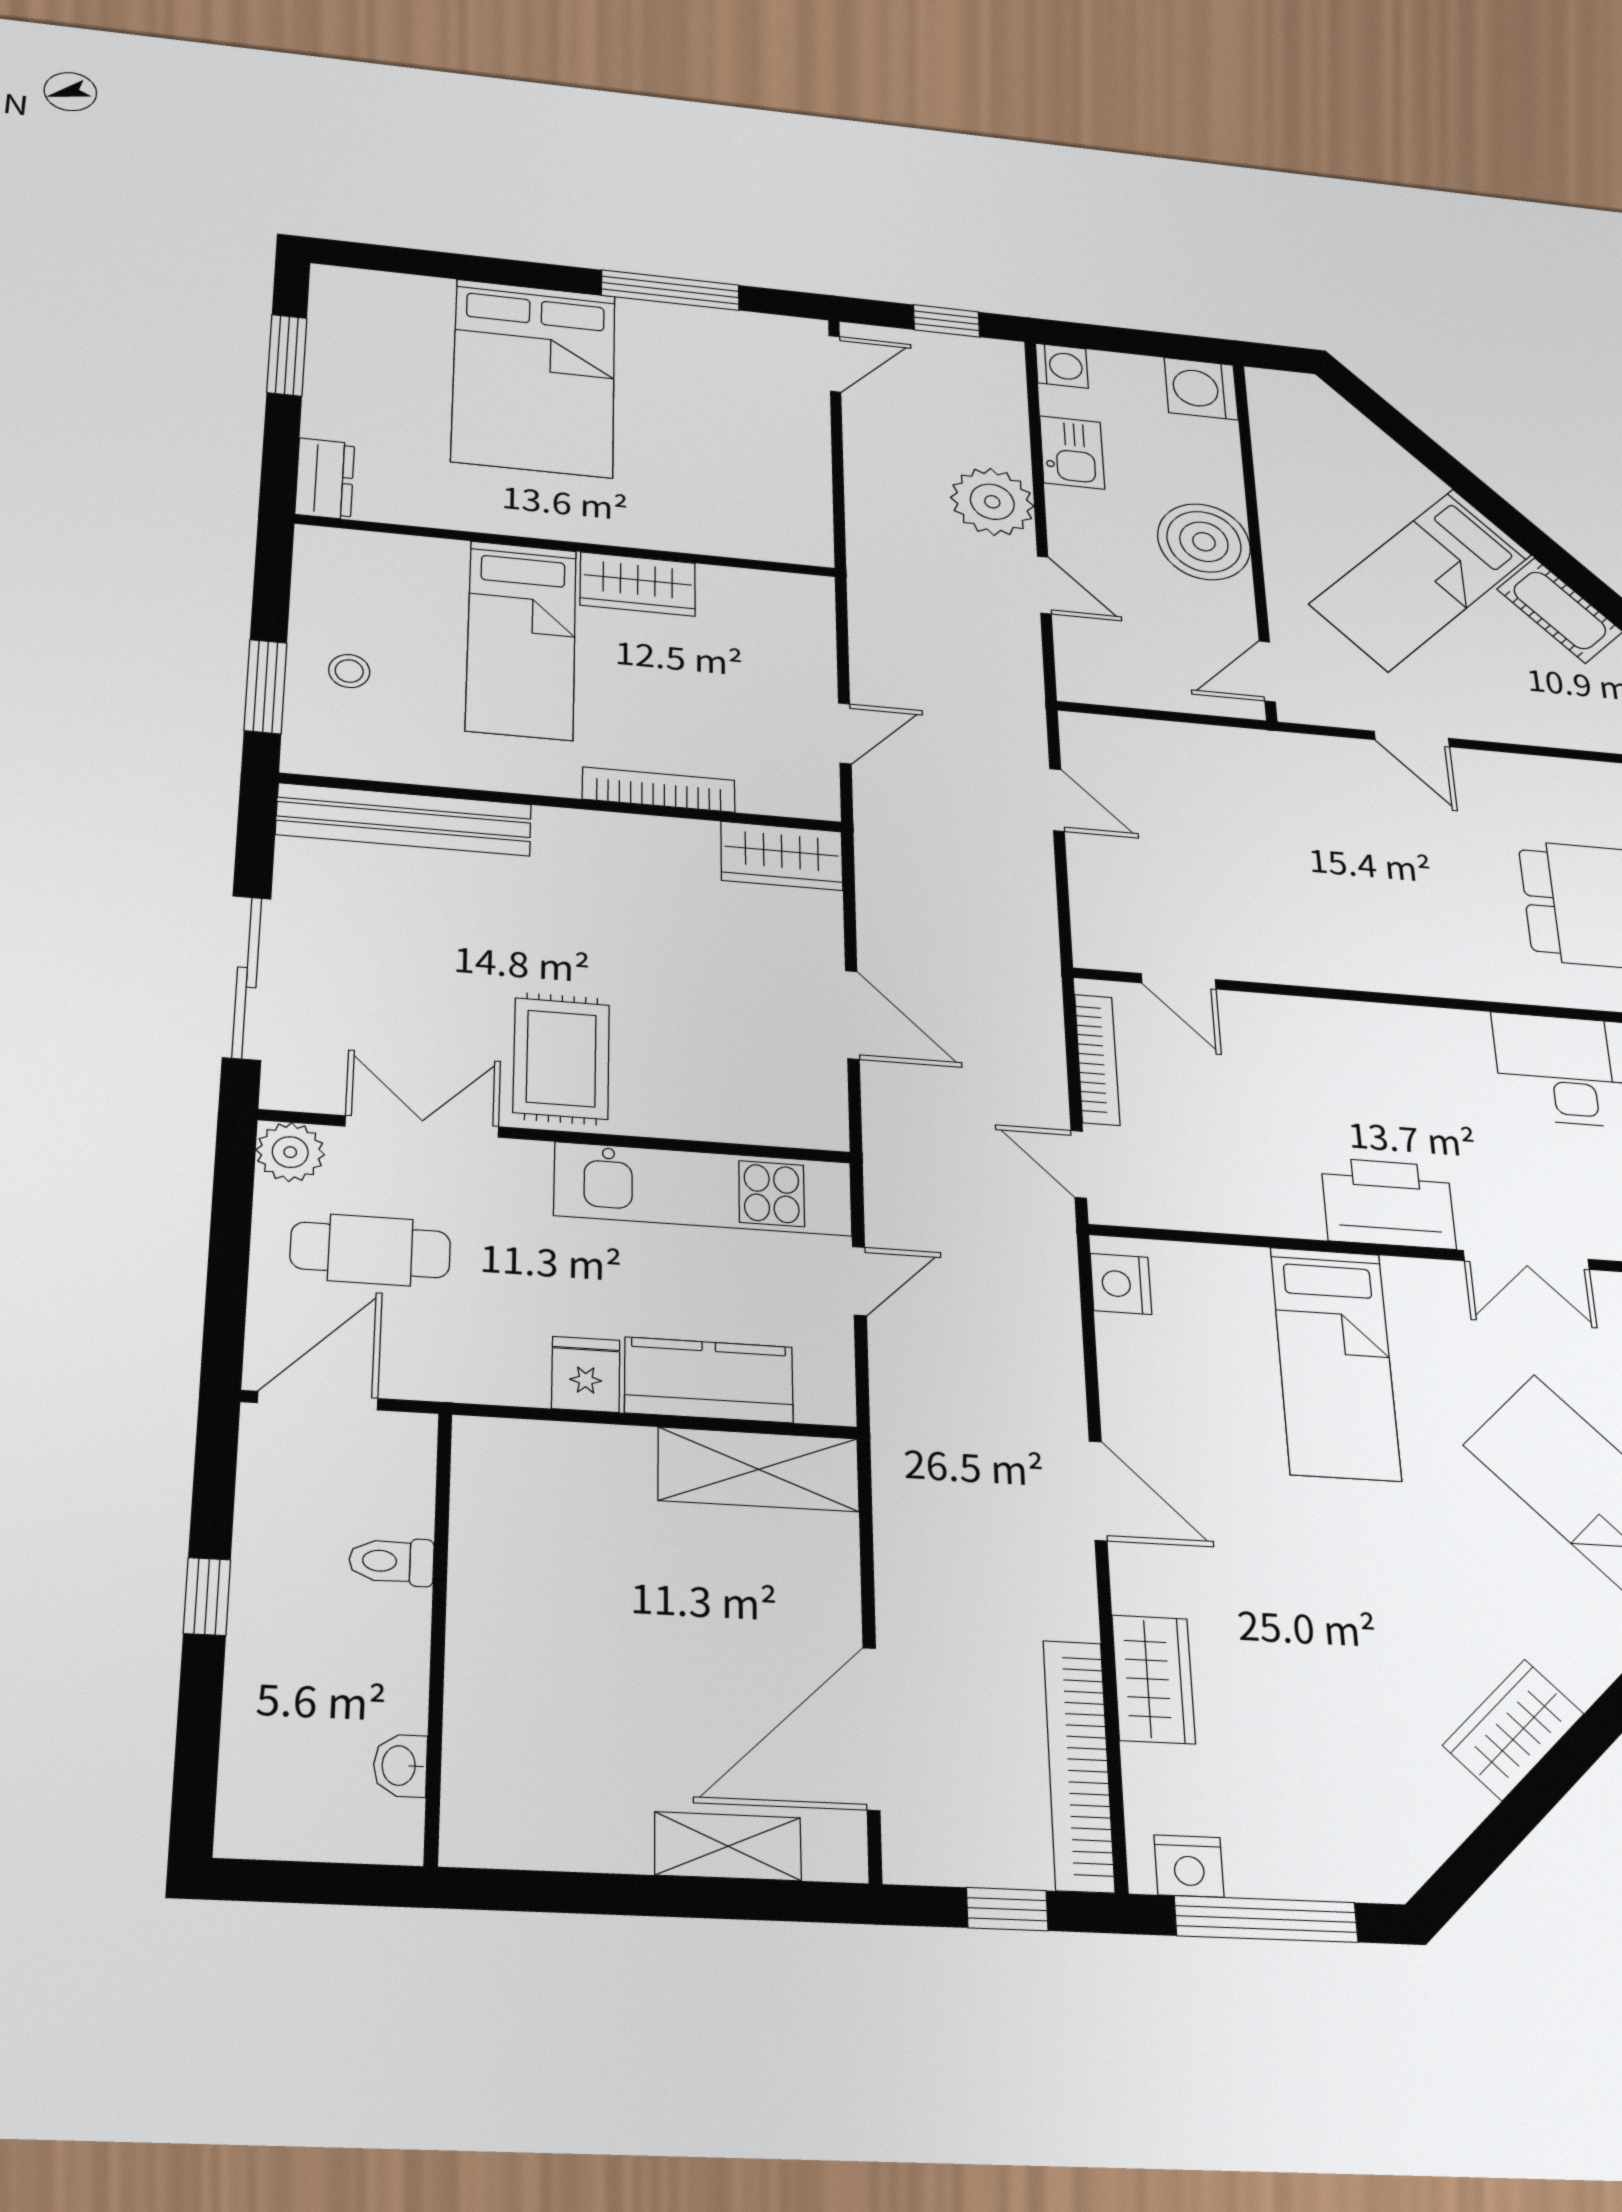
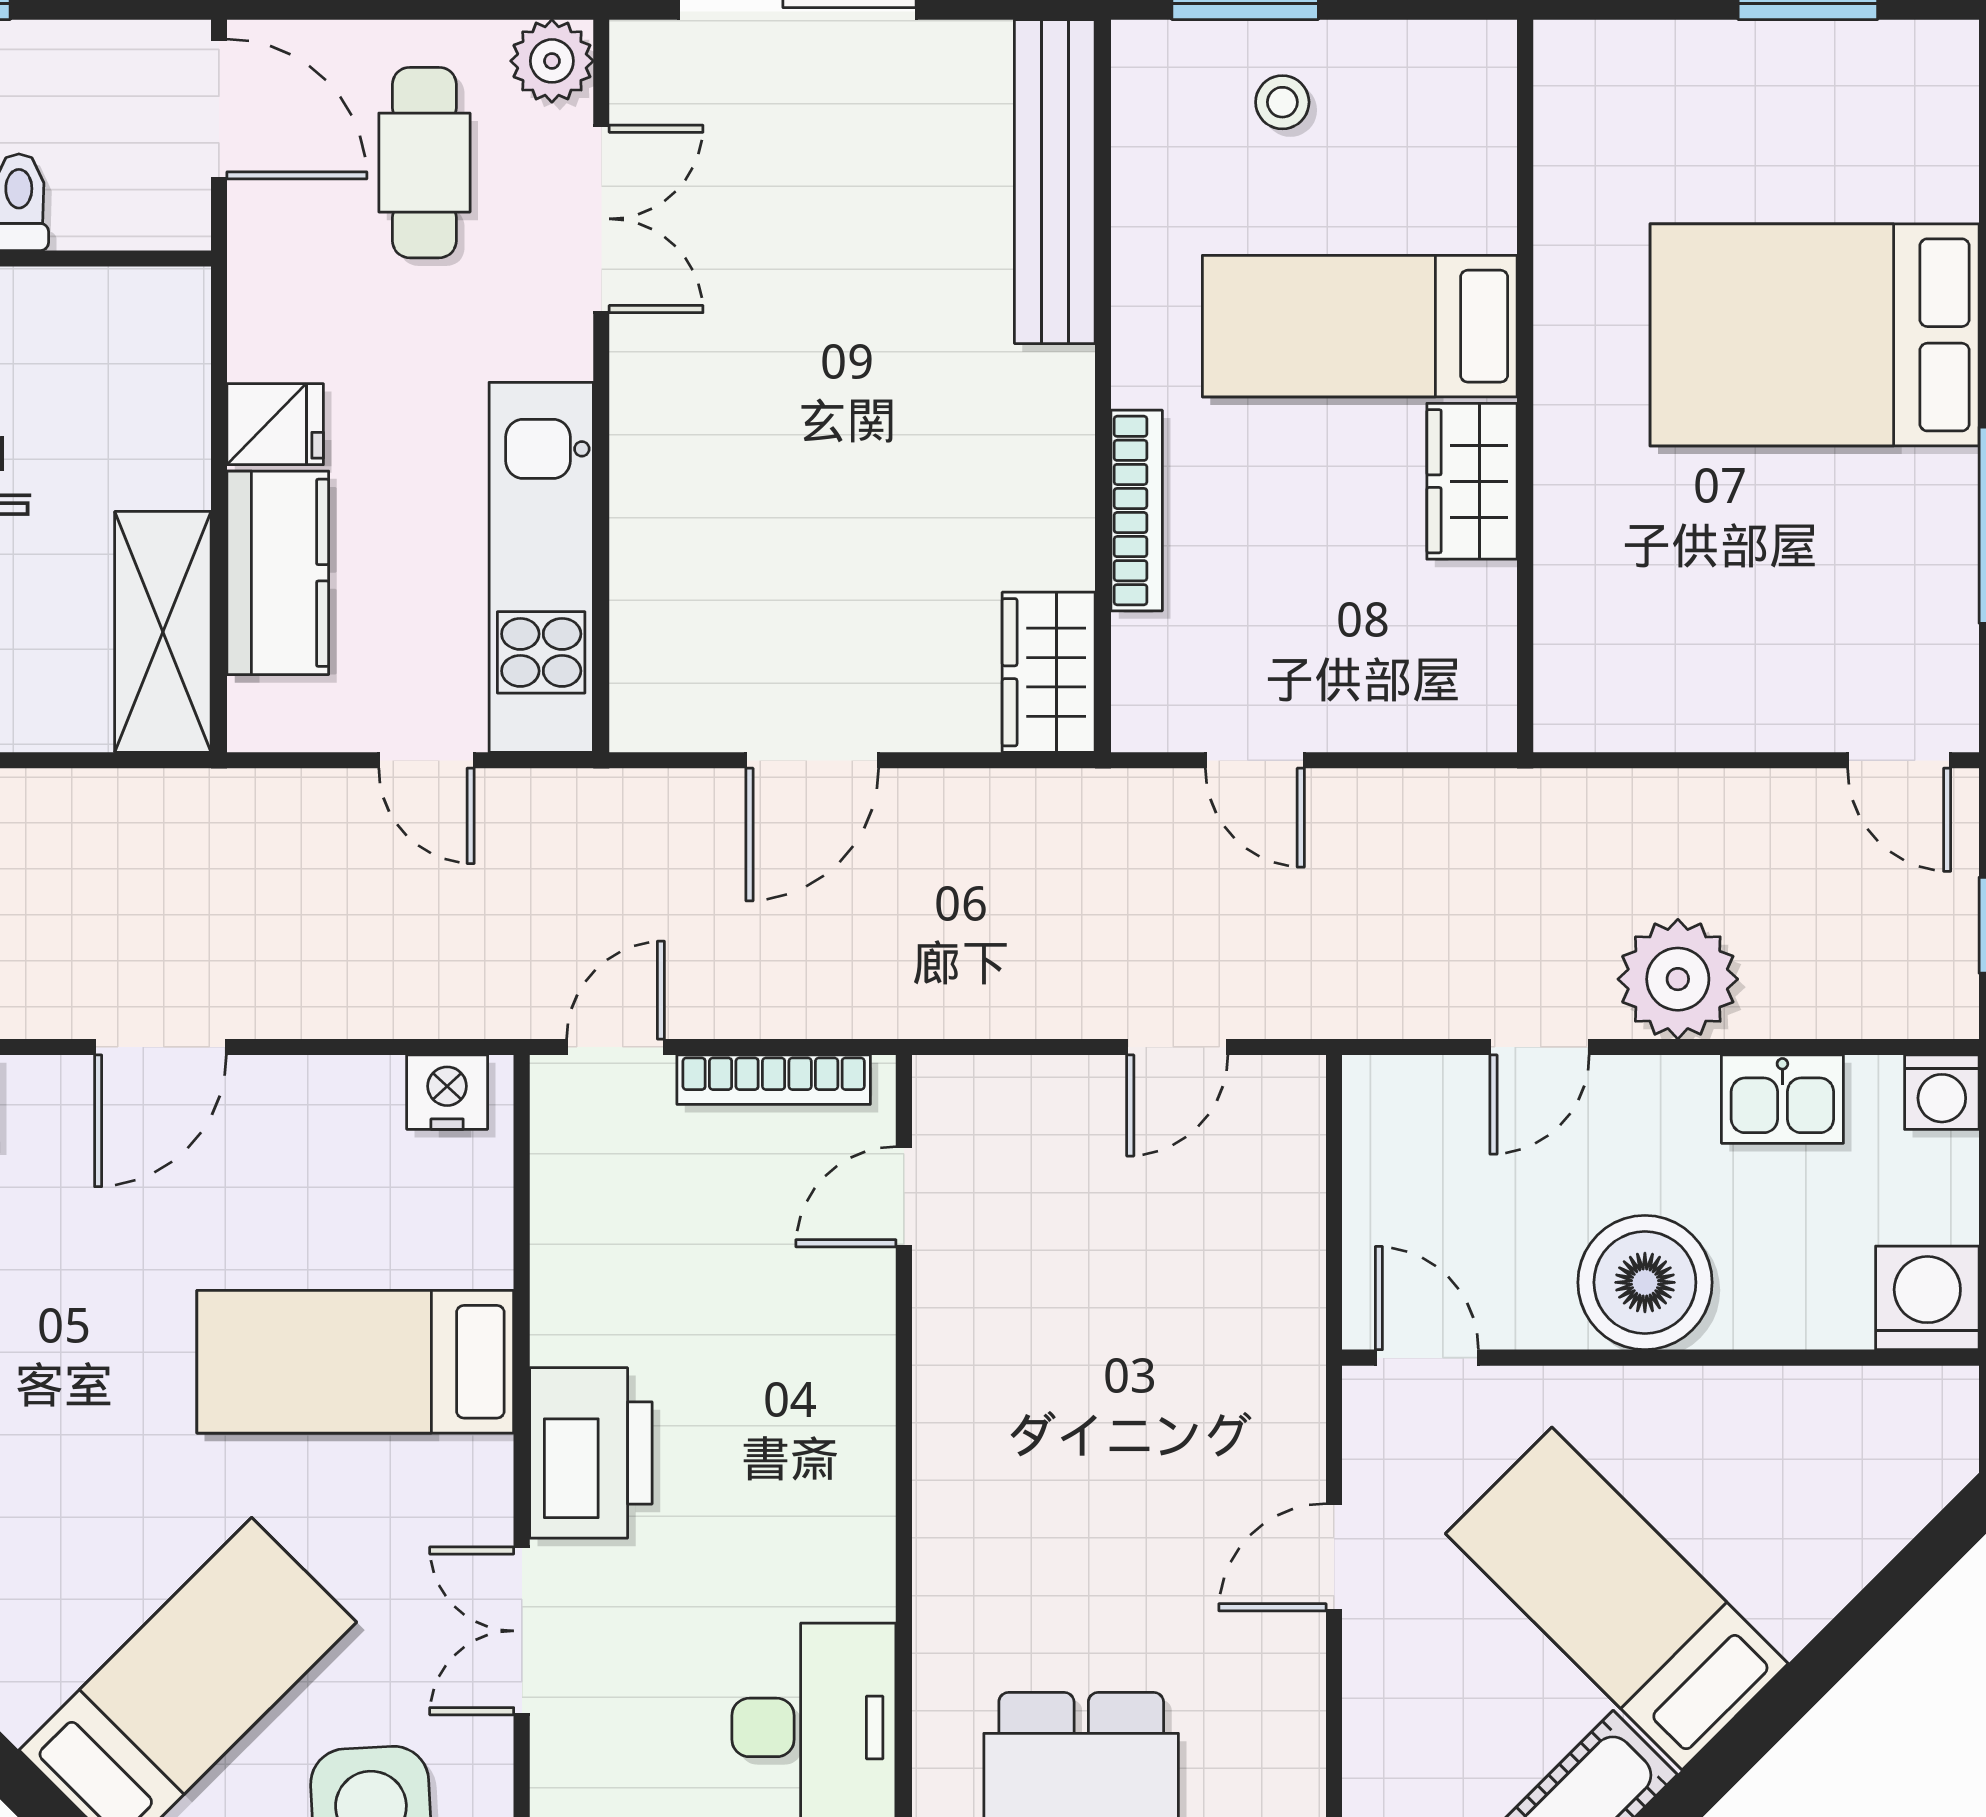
dresser: (325, 479) -> (1599, 57), removed
rug: (561, 1058) -> (714, 389), removed

